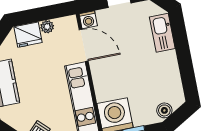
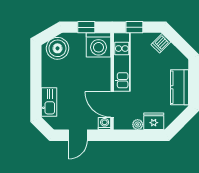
boiler: (164, 110) -> (57, 48), width x1.86, depth x1.86

